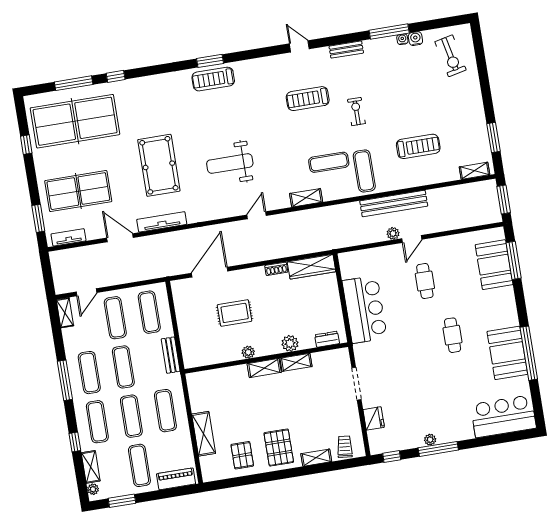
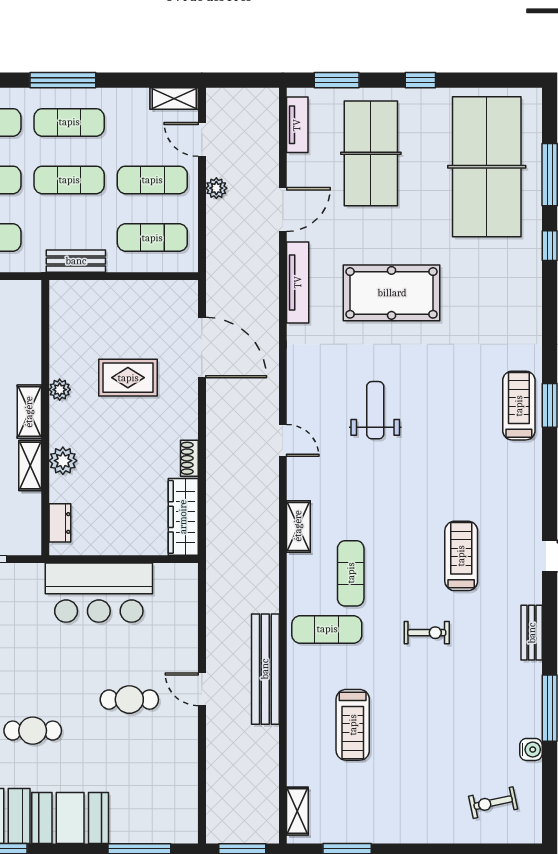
water cooler: (402, 39) -> (533, 728), removed
exercise bike: (451, 56) -> (493, 803), width x0.73, depth x0.72
window: (26, 145) -> (420, 80), moved
weight bench: (230, 164) -> (375, 410), width x0.73, depth x0.75
plant: (393, 233) -> (216, 188), moved
booth: (494, 265) -> (70, 818), moved
rug: (235, 313) -> (128, 378), turned 90

